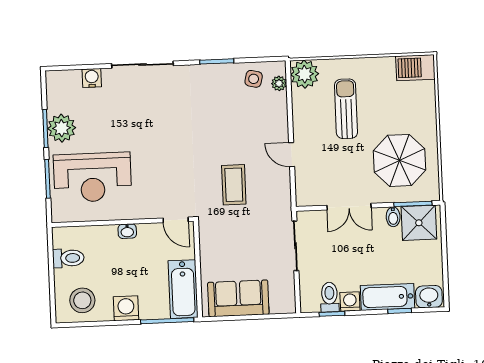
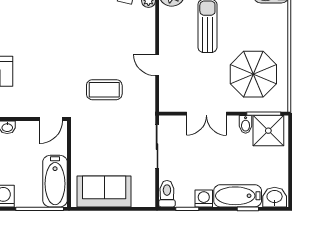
coffee table: (234, 185) -> (104, 90), turned 90
door: (176, 220) -> (51, 119), hinge flipped
toilet: (330, 297) -> (167, 194), moved

